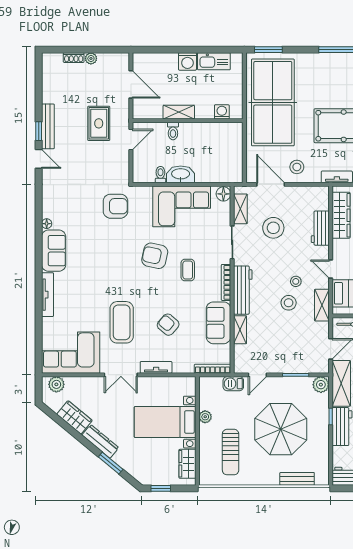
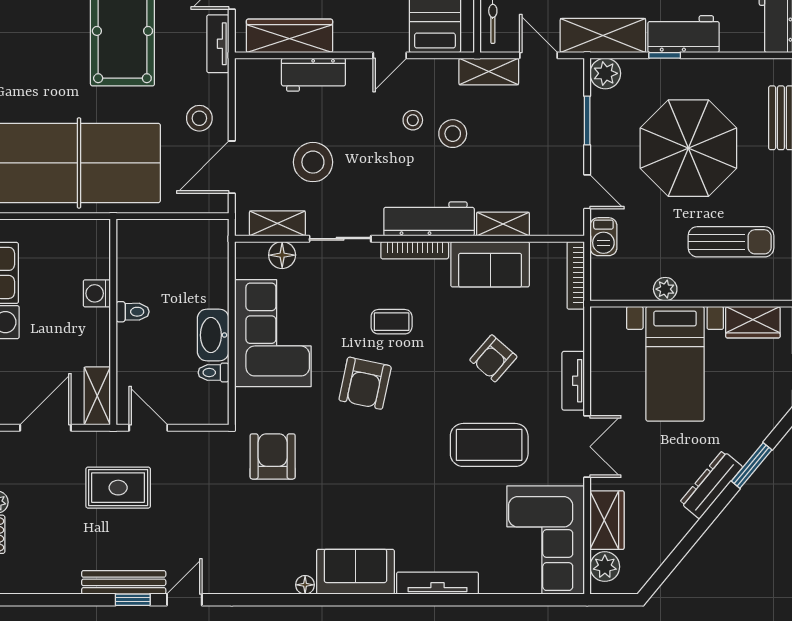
shelving: (179, 112) -> (97, 396), moved
washing machine: (222, 112) -> (97, 293), moved
toilet: (173, 131) -> (133, 312), moved
floor lamp: (223, 194) -> (282, 255), moved
shelving: (322, 305) -> (489, 72), moved
wardrobe: (74, 417) -> (607, 520), moved, turned 140

